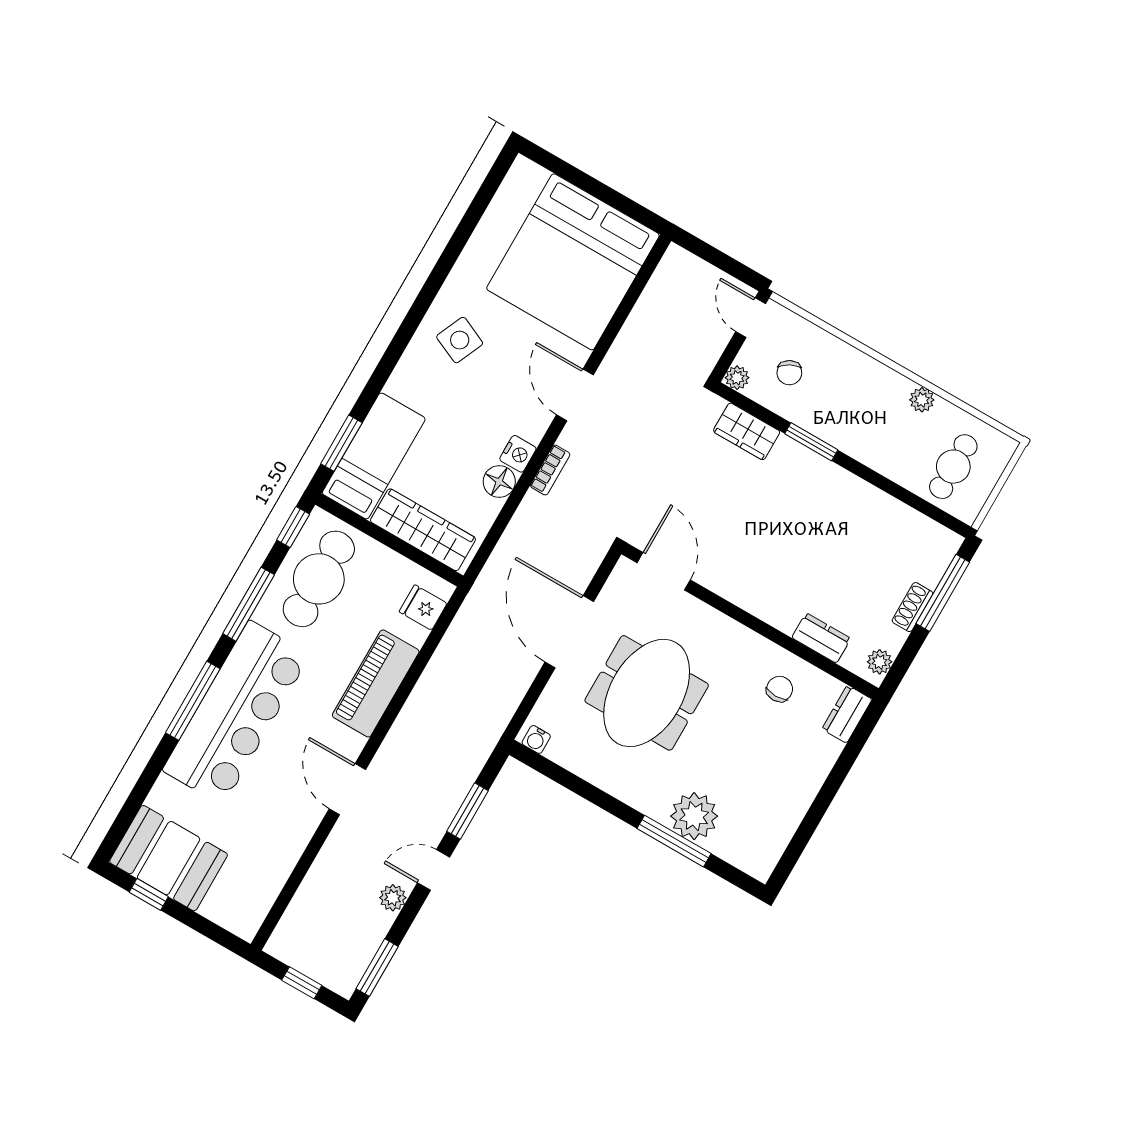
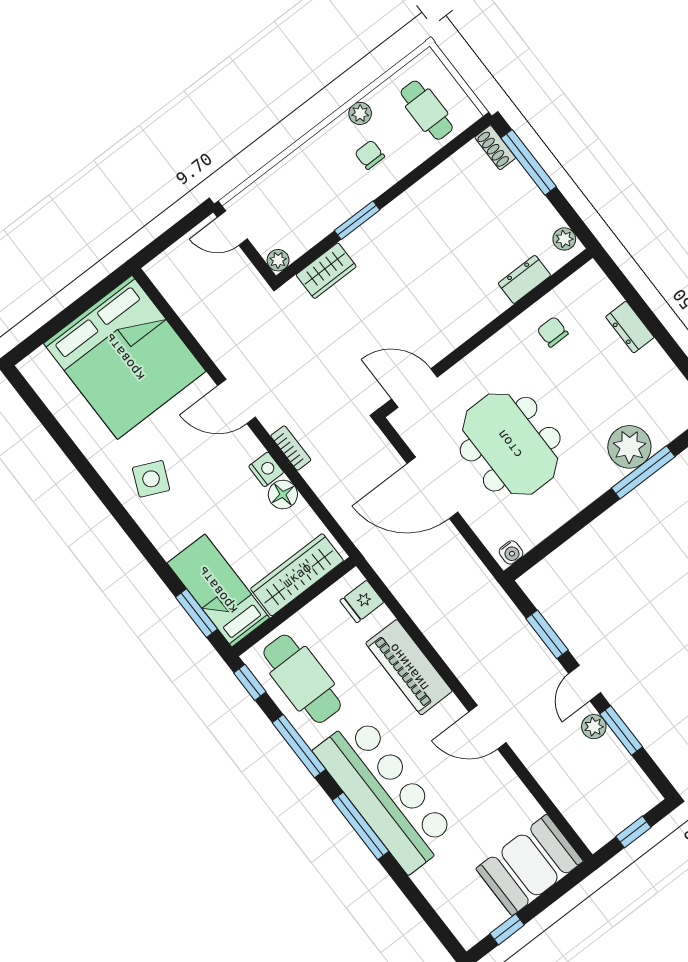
chair: (789, 373) -> (370, 155), moved, turned -152
shoe rack: (912, 607) -> (495, 148), moved
dresser: (847, 714) -> (630, 327), moved
booth: (169, 858) -> (529, 865), moved
window: (377, 968) -> (621, 730), moved

